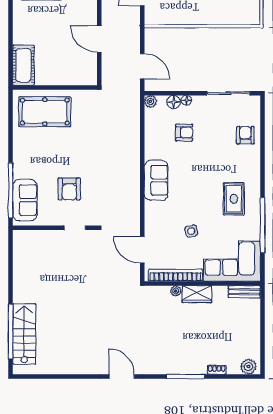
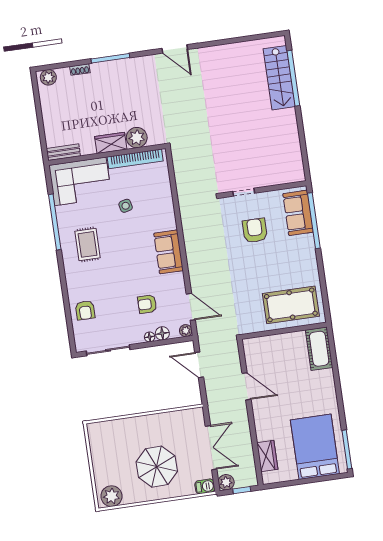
door: (142, 250) -> (191, 307), moved
plant: (176, 291) -> (137, 138), width x1.88, depth x1.88

